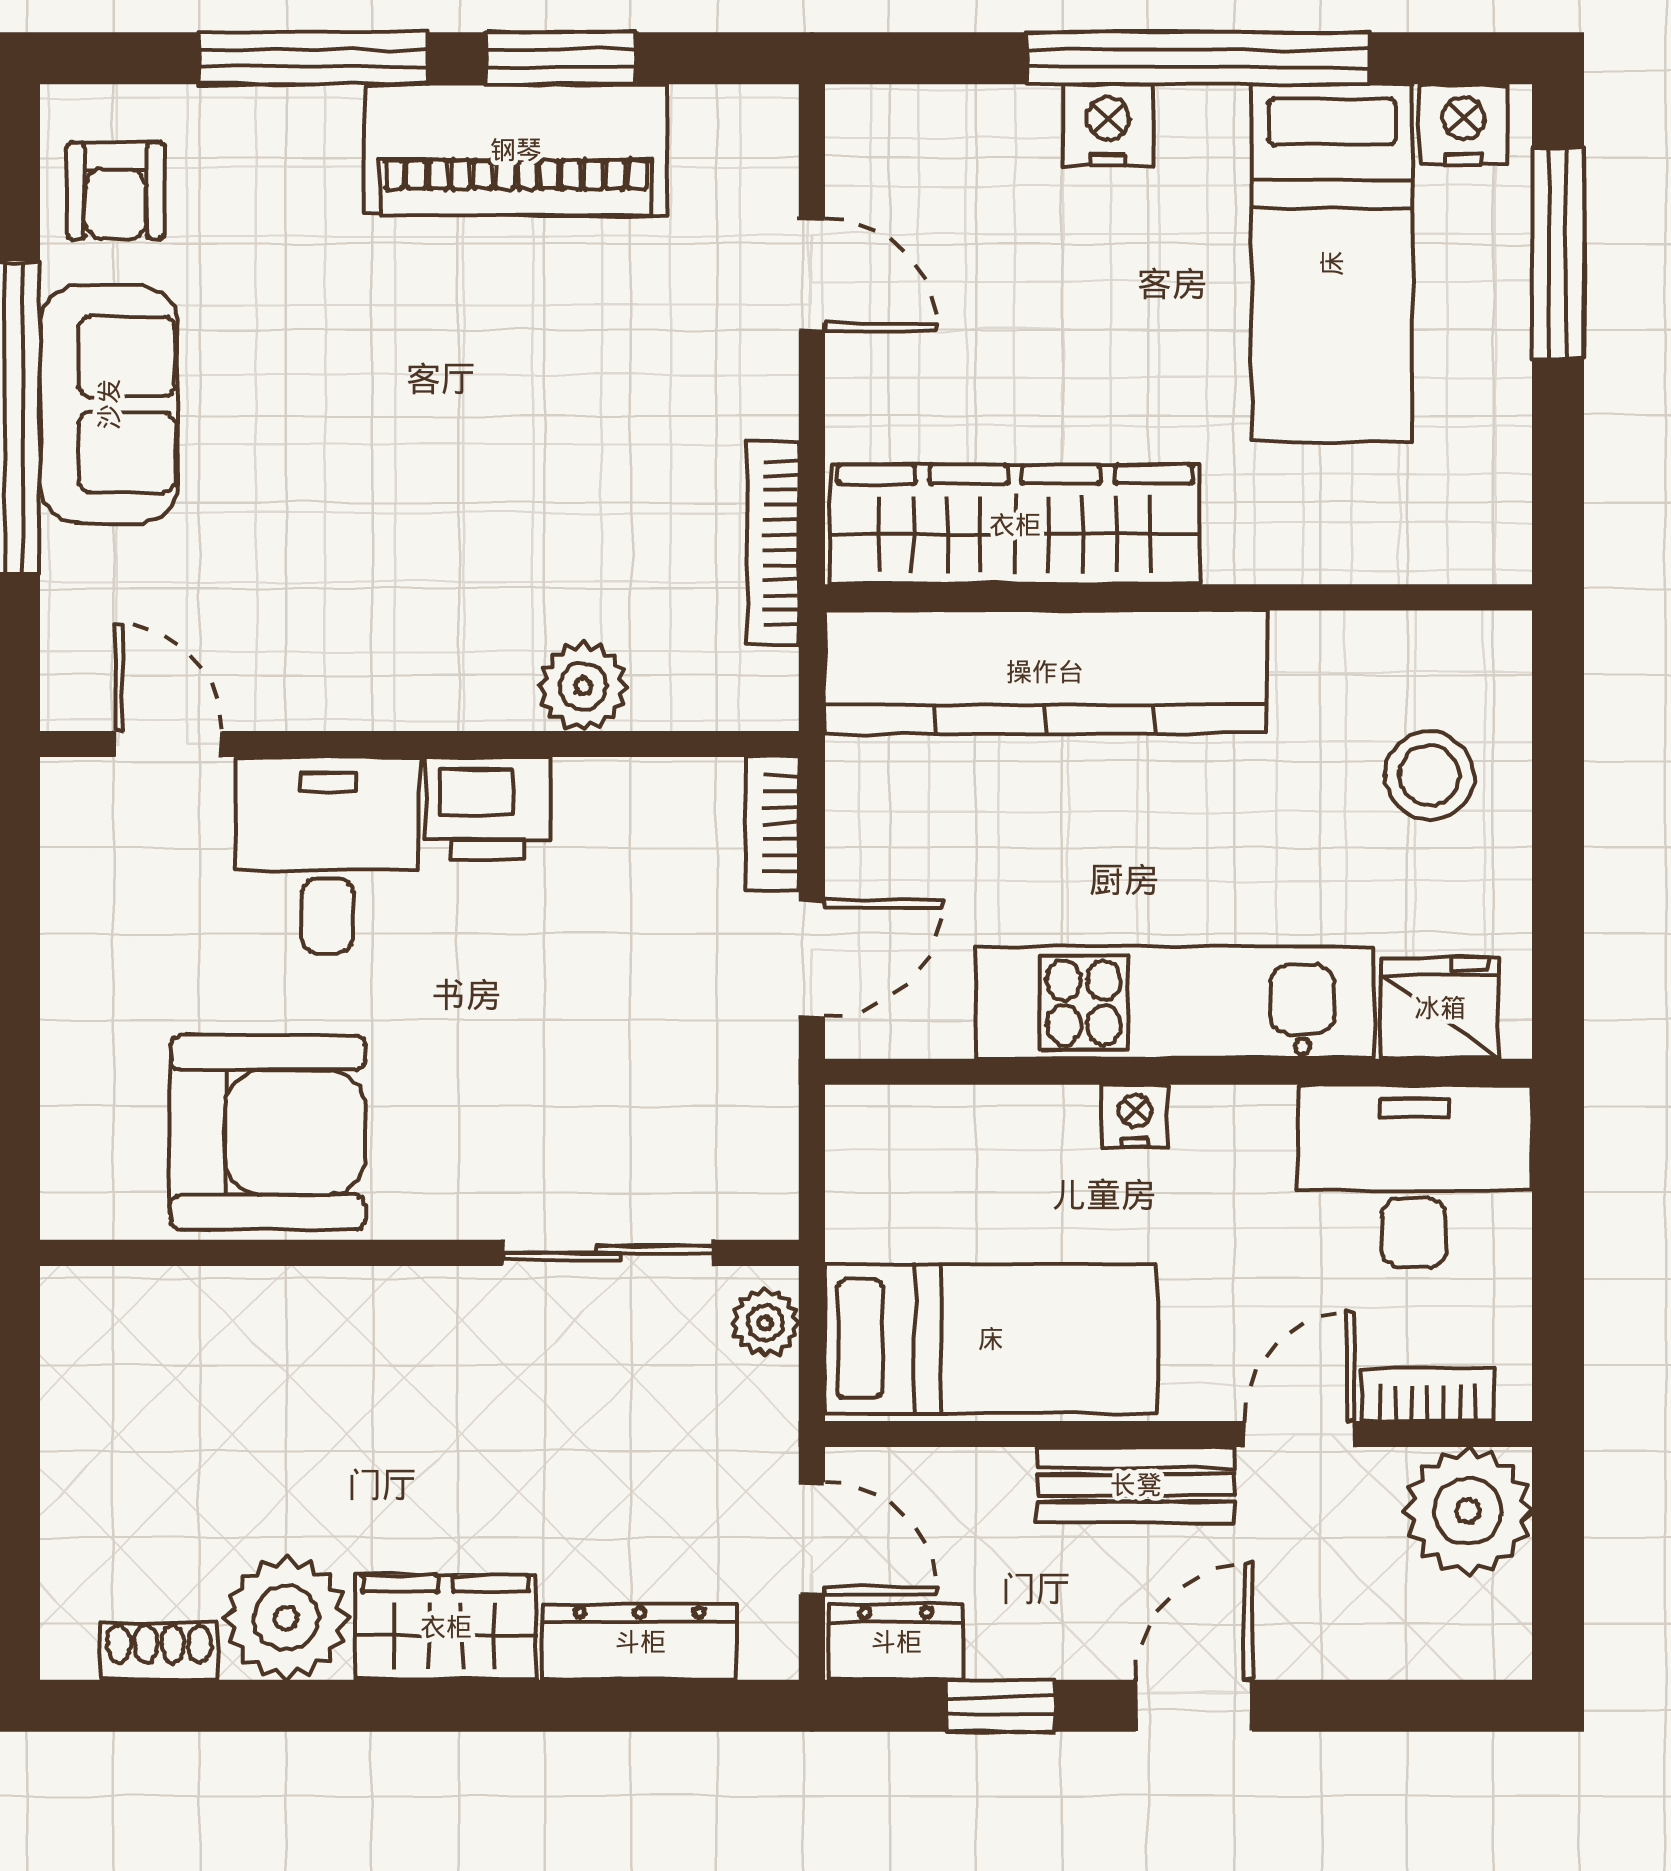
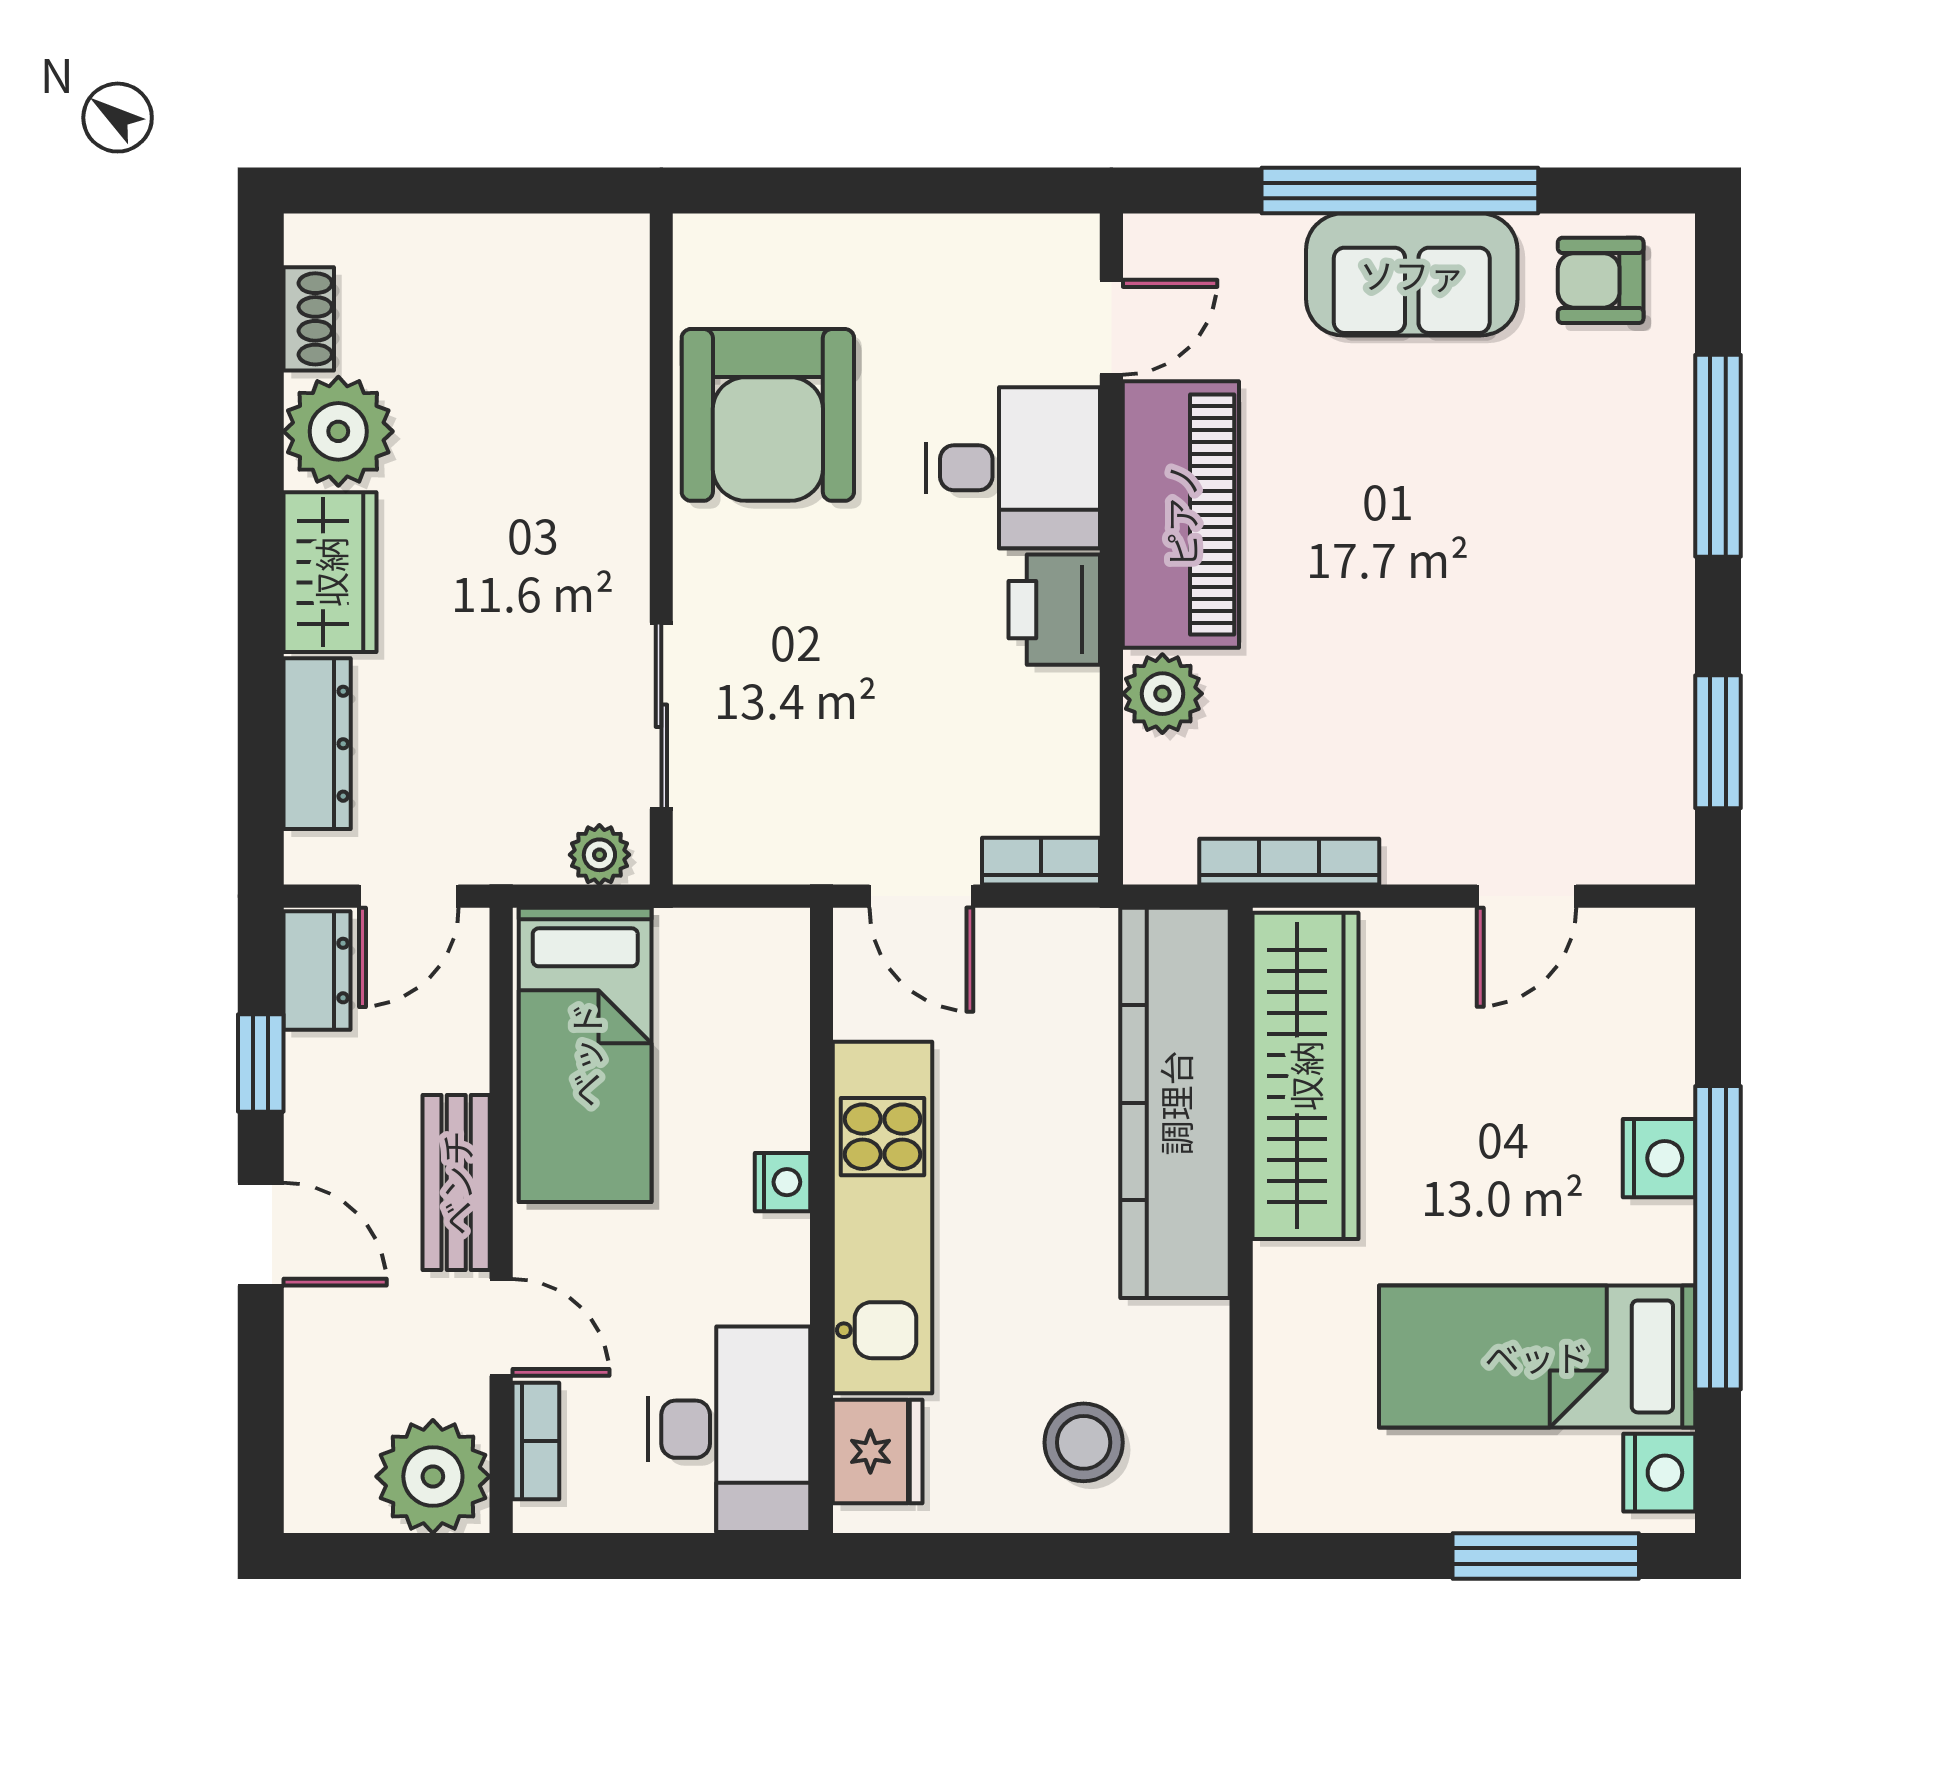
window: (561, 58) -> (1718, 742), moved
piano: (516, 150) -> (1181, 515), moved, turned 180

